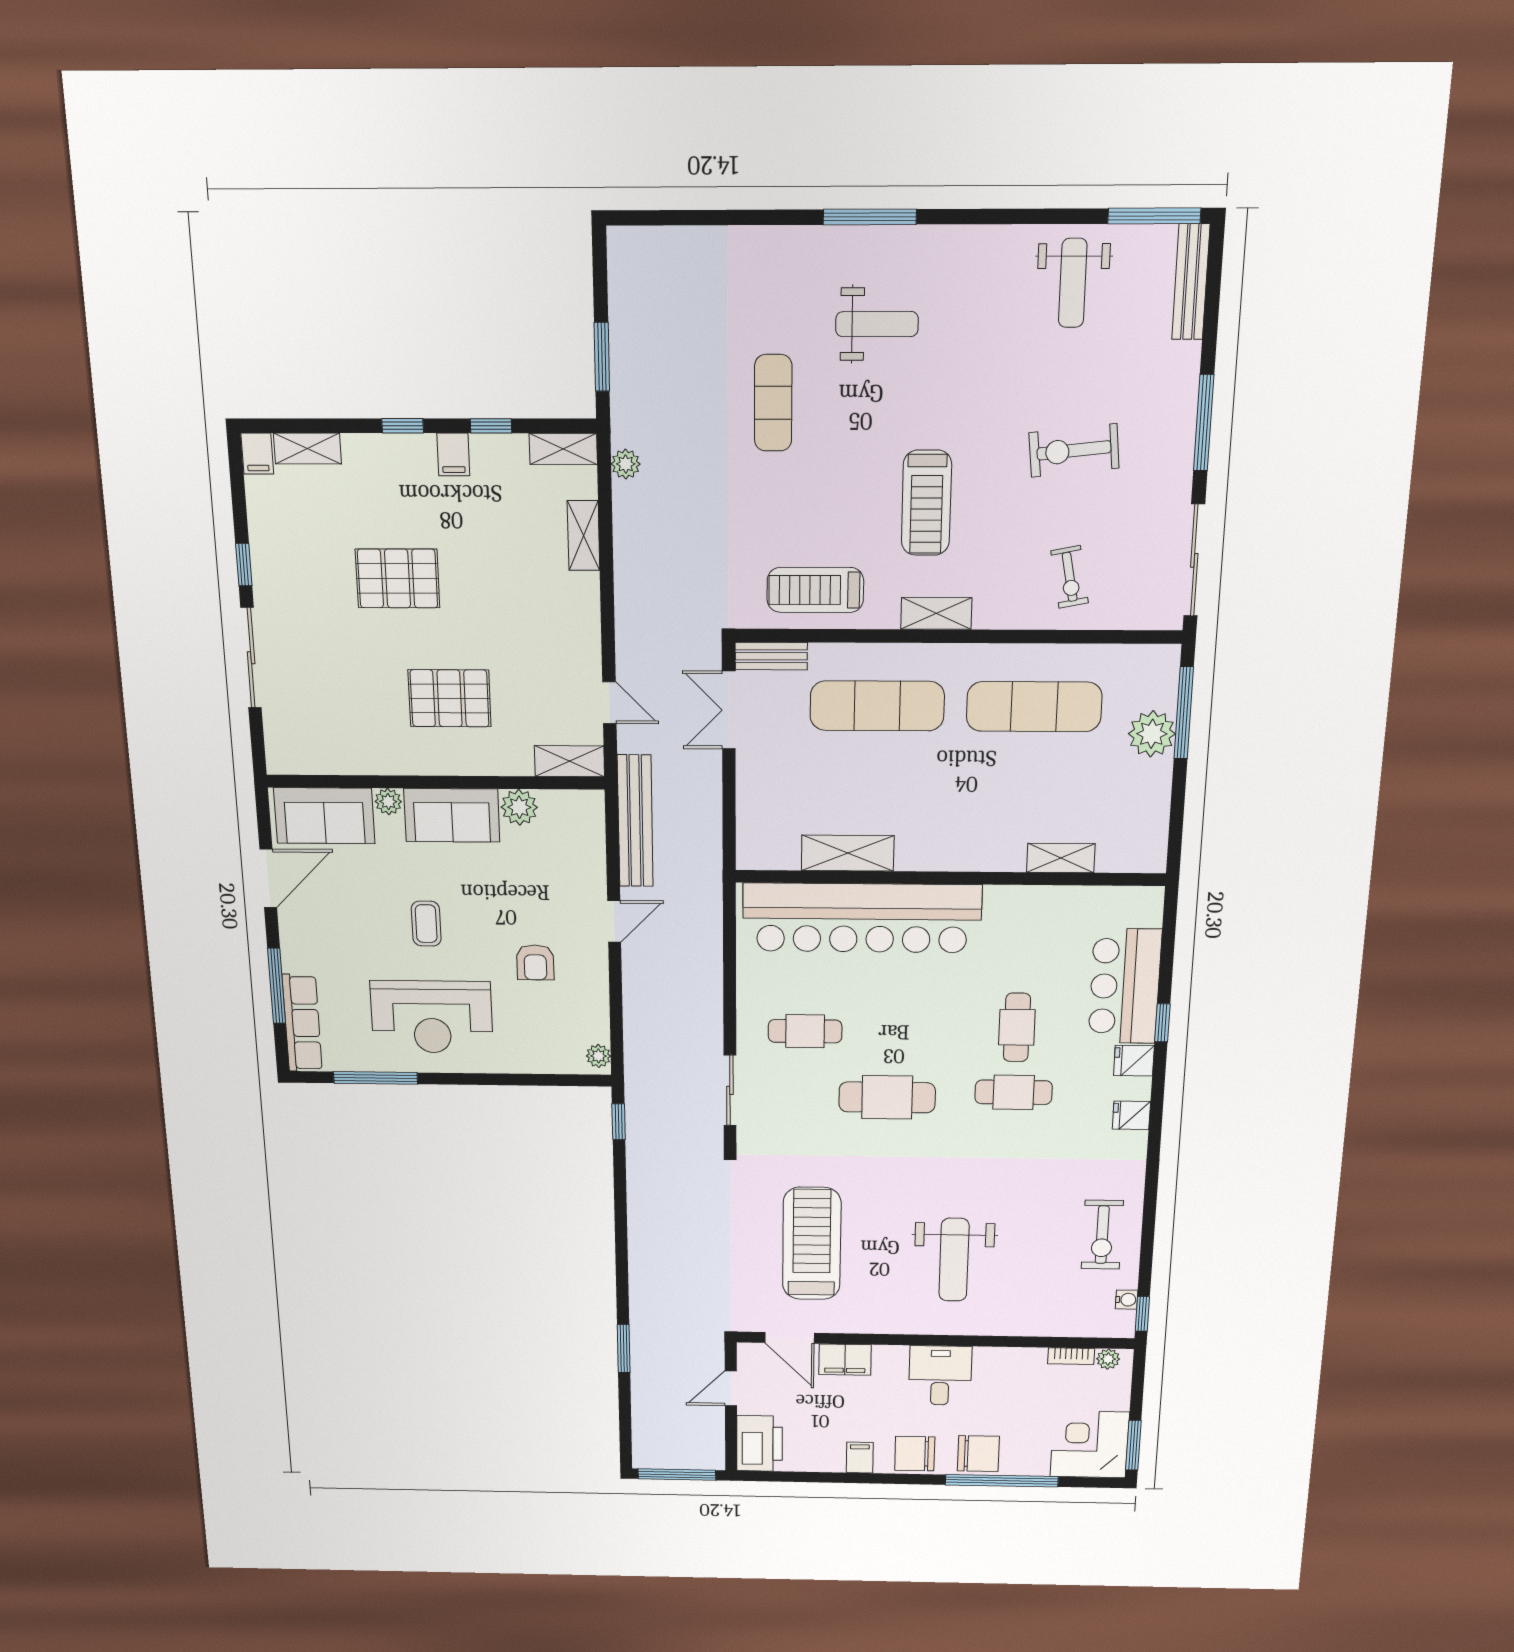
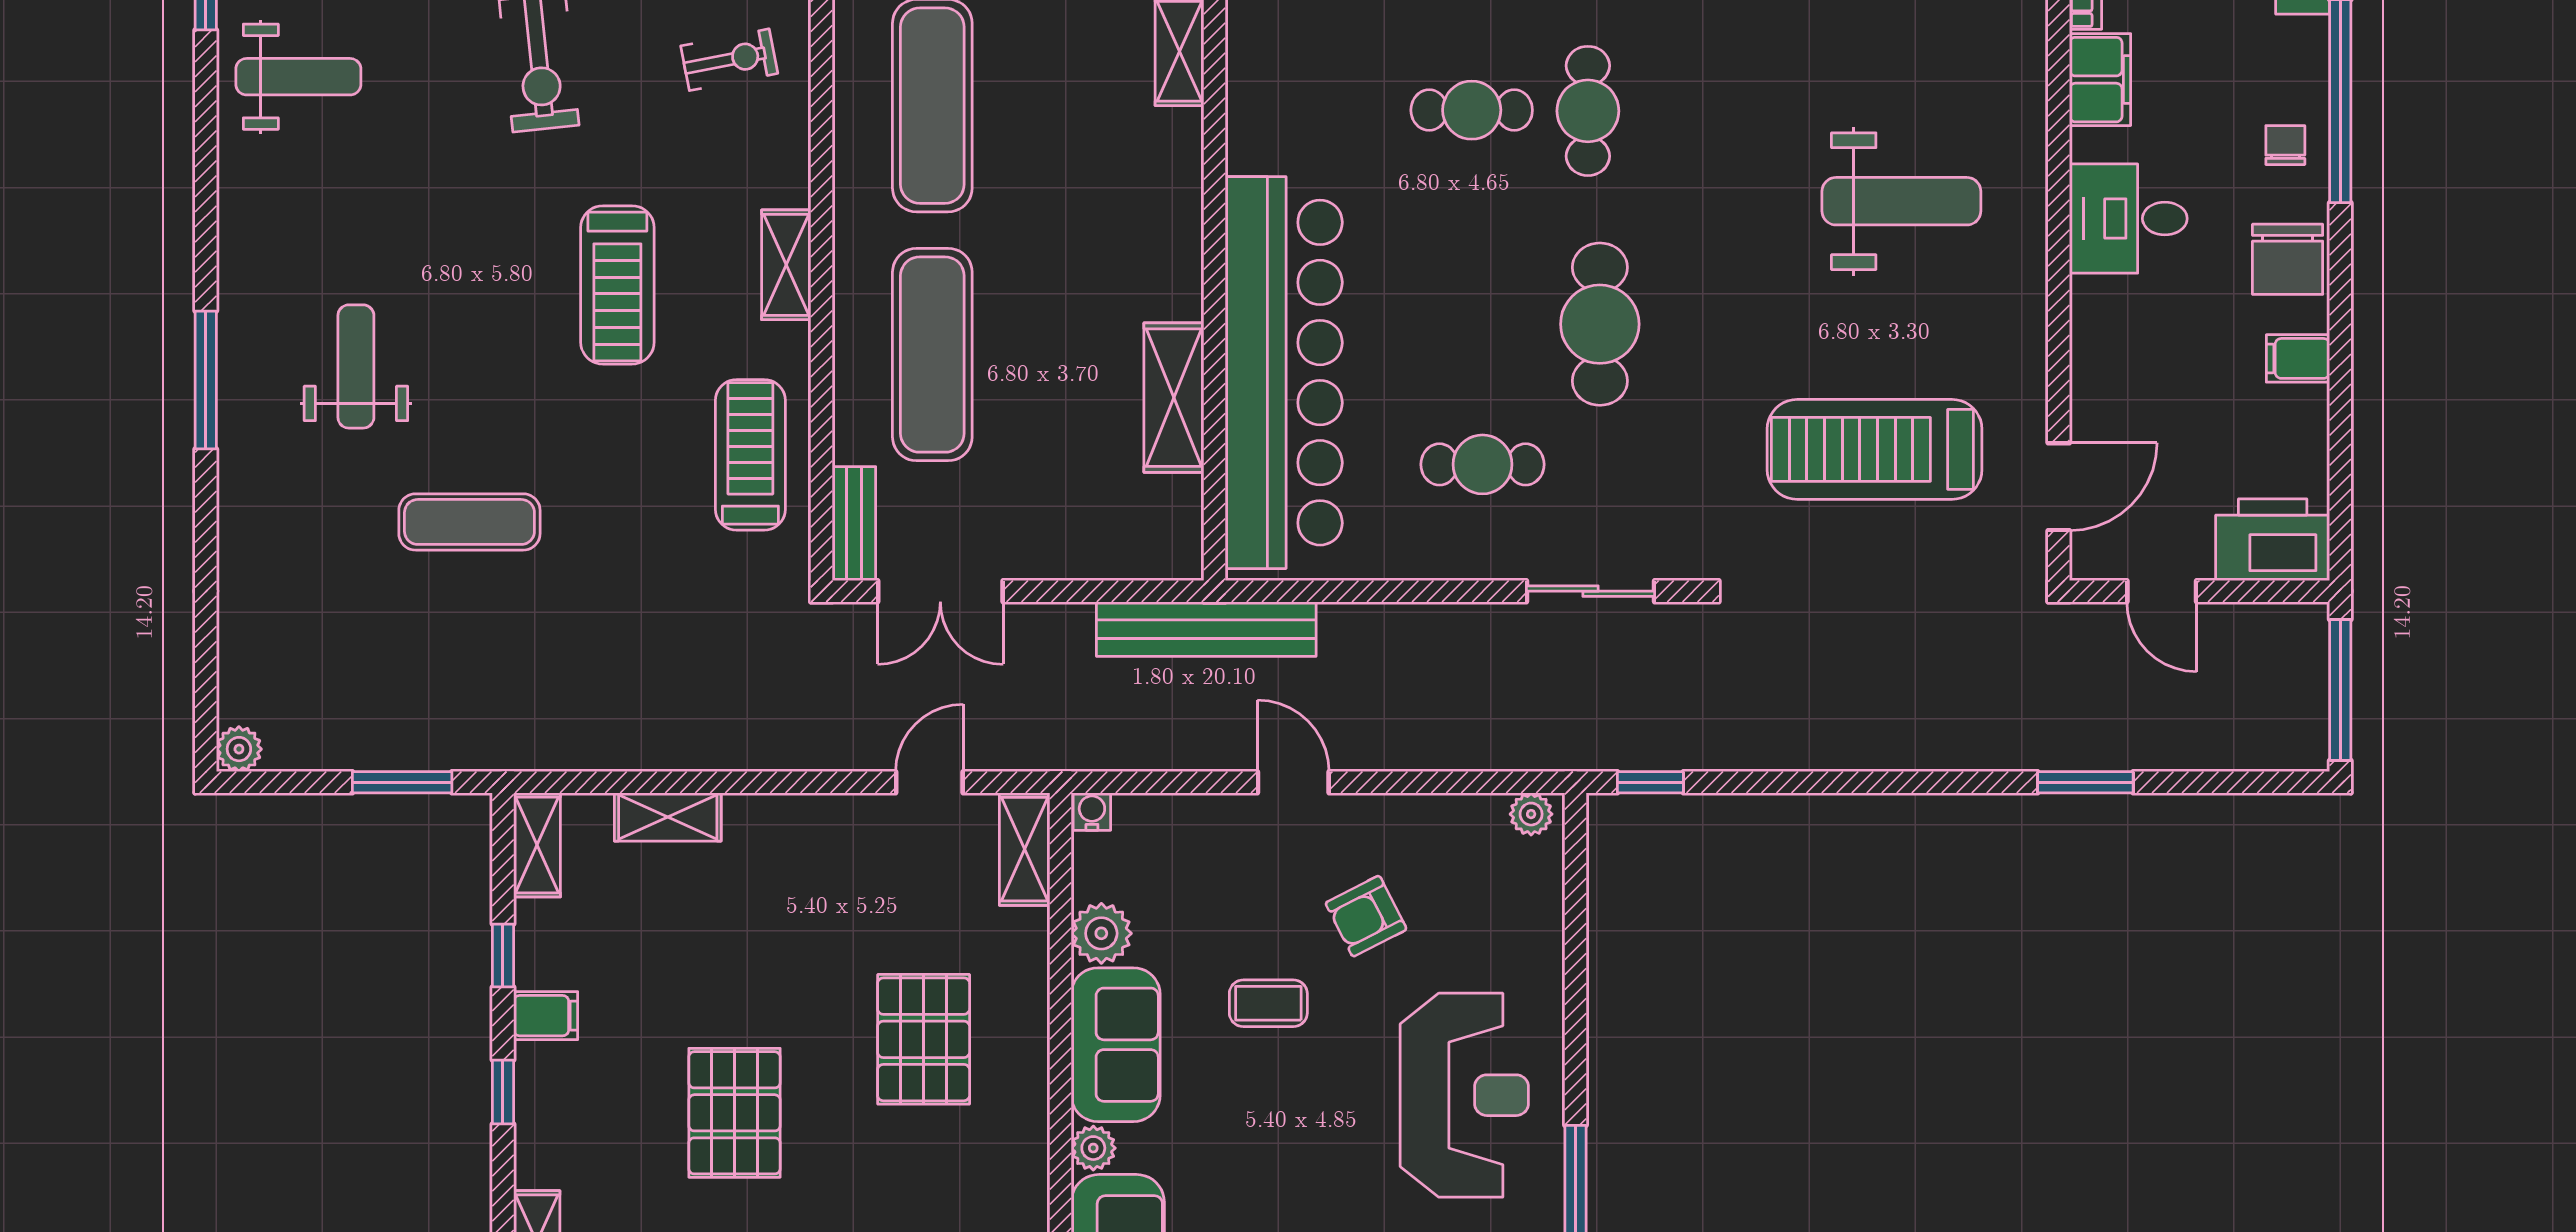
plant: (626, 464) -> (239, 749), moved
treadmill: (926, 503) -> (617, 285), turned 90
treadmill: (815, 590) -> (750, 455), turned 180
water cooler: (594, 802) -> (1092, 812), added
bench: (635, 821) -> (1206, 629), moved
coffee table: (426, 924) -> (1268, 1003), moved
armchair: (535, 962) -> (1366, 916), turned 153
cafe table: (805, 1031) -> (1482, 464), turned 90
filing cabinet: (845, 1360) -> (2100, 80), moved
chair: (978, 1454) -> (2285, 145), width x0.54, depth x0.54

